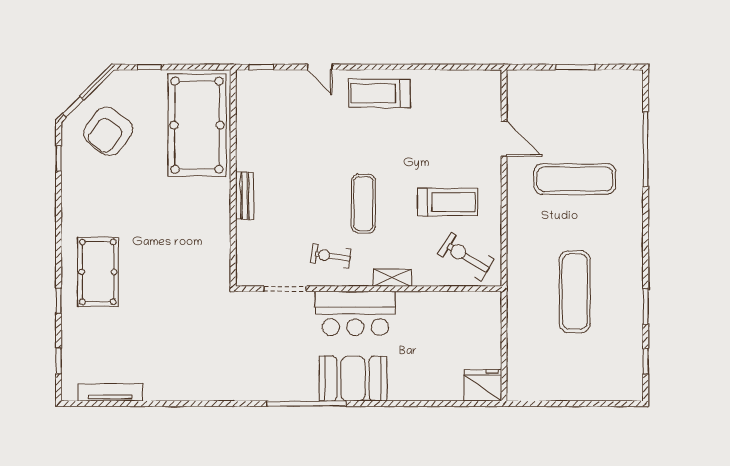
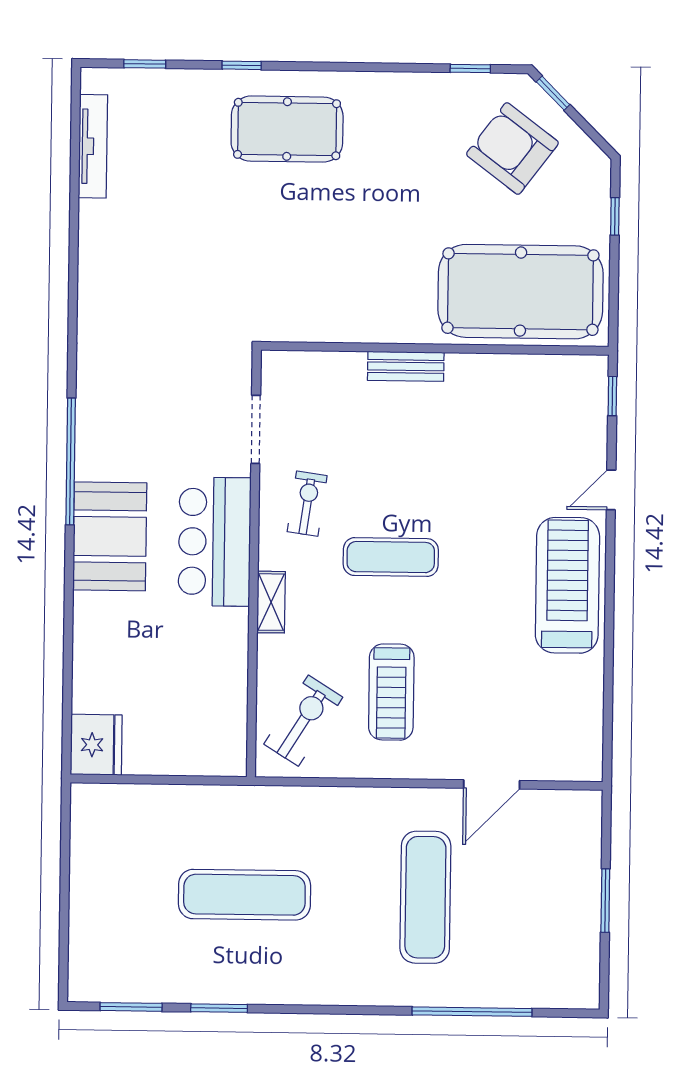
treadmill: (379, 93) -> (567, 585), width x1.37, depth x1.38
window: (646, 361) -> (131, 1007), width x1.50

